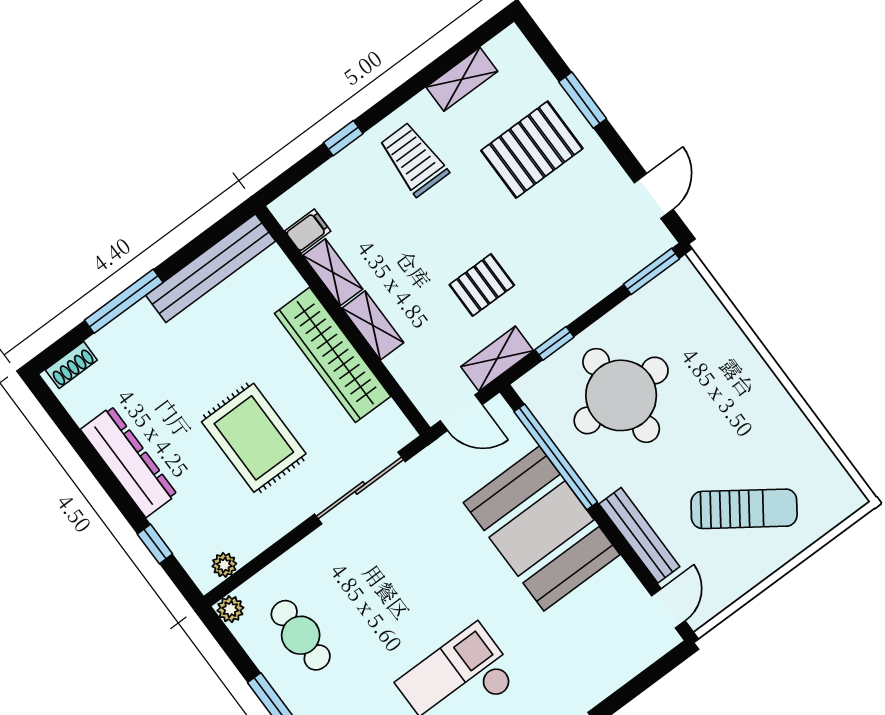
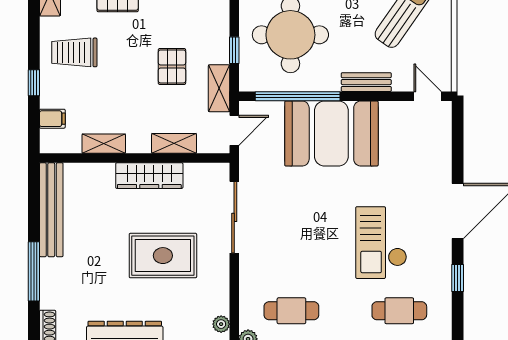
filing cabinet: (308, 231) -> (52, 119), moved, turned 90
shelving: (373, 325) -> (174, 143), moved
wardrobe: (333, 355) -> (149, 176), width x0.71, depth x0.85
bench: (639, 535) -> (366, 82), width x0.73

